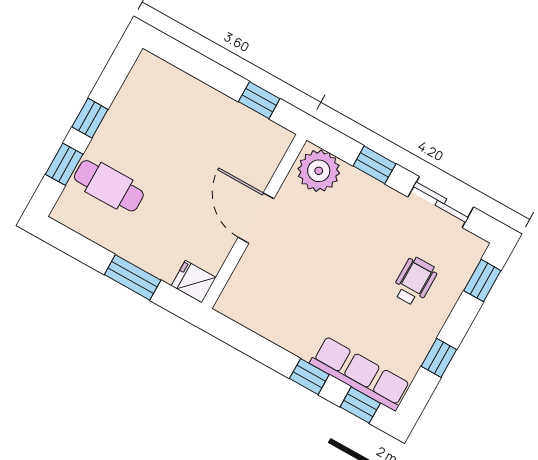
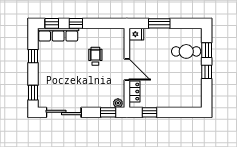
locker: (266, 162) -> (135, 92), added
window: (374, 165) -> (108, 112), moved
plant: (319, 171) -> (118, 103), width x0.53, depth x0.53
sliding door: (441, 202) -> (64, 112), width x1.37
wheelchair: (415, 281) -> (95, 56), moved, turned 180

